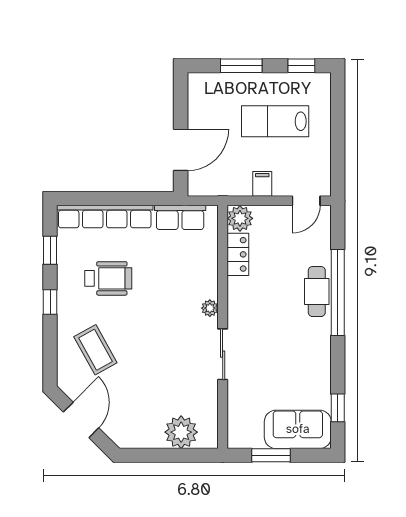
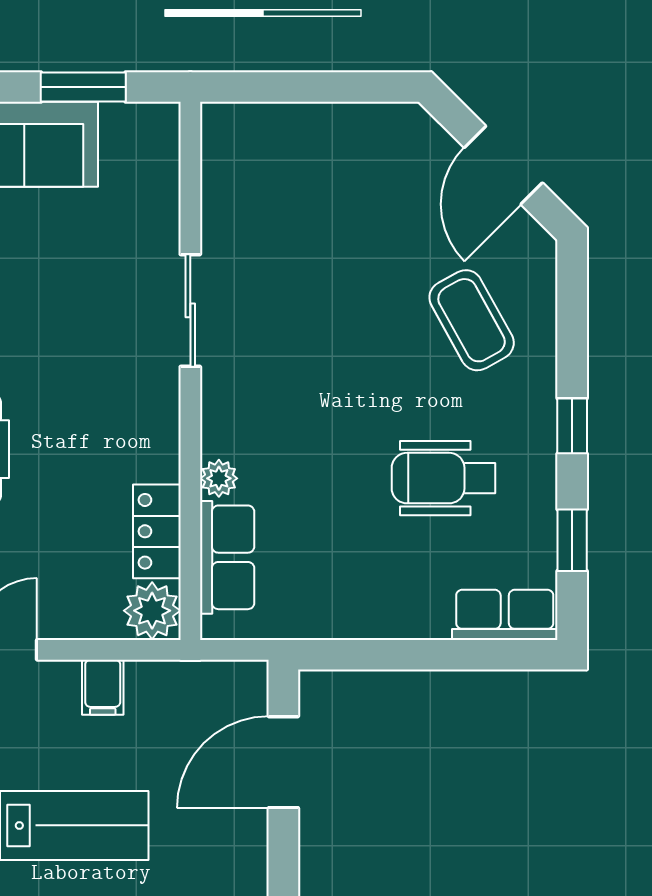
row of seats: (105, 217) -> (505, 615), width x0.50
row of seats: (180, 217) -> (227, 557), moved, turned 90
plant: (210, 308) -> (219, 478), moved
plant: (181, 432) -> (282, 138), removed

